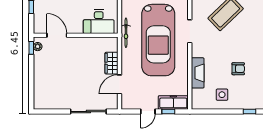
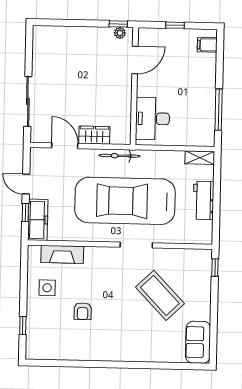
bicycle: (126, 33) -> (120, 156), moved
fireplace: (198, 73) -> (62, 254), moved

